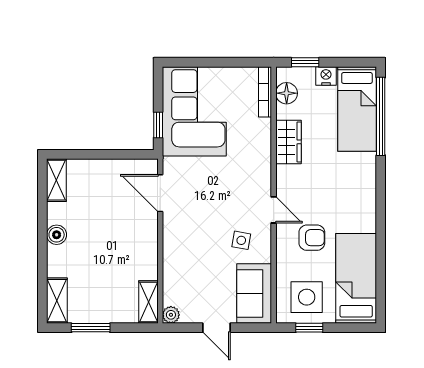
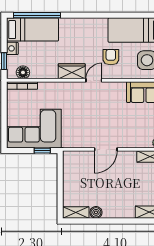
wardrobe: (288, 142) -> (72, 71), moved
door: (160, 193) -> (106, 149), moved
boiler: (57, 235) -> (96, 212), moved
side table: (241, 240) -> (112, 100), removed

